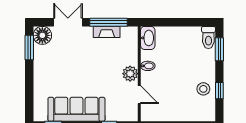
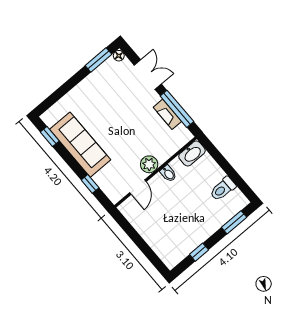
floor lamp: (42, 35) -> (119, 56), width x0.53, depth x0.53
toilet: (208, 37) -> (223, 189), moved
stool: (203, 89) -> (189, 237), removed

